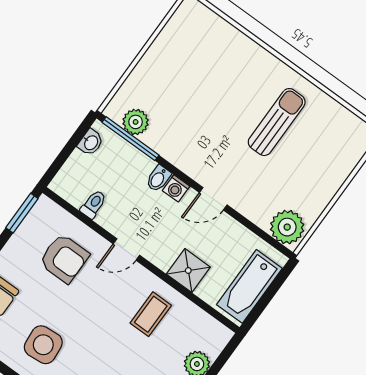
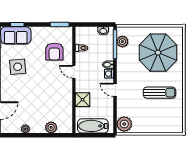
parasol: (202, 72) -> (158, 53), added
coffee table: (151, 314) -> (57, 98), removed

